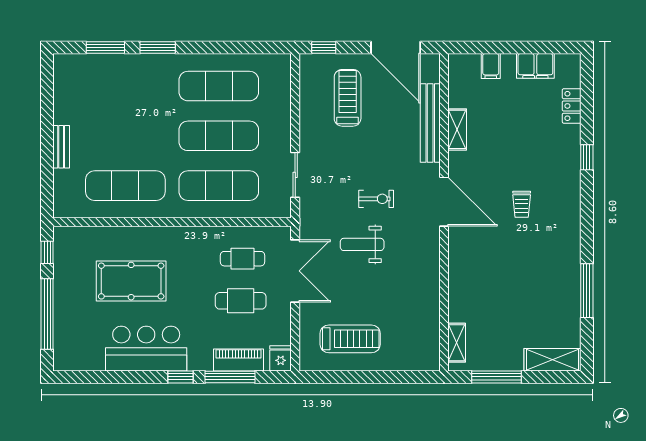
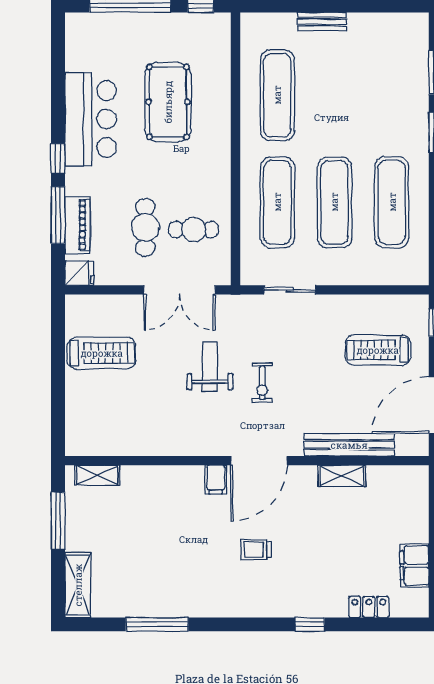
filing cabinet: (491, 66) -> (216, 480), moved, turned -90
treadmill: (348, 98) -> (378, 350), turned 180
cafe table: (243, 259) -> (194, 230), turned 90
treadmill: (350, 339) -> (102, 353), turned -90

